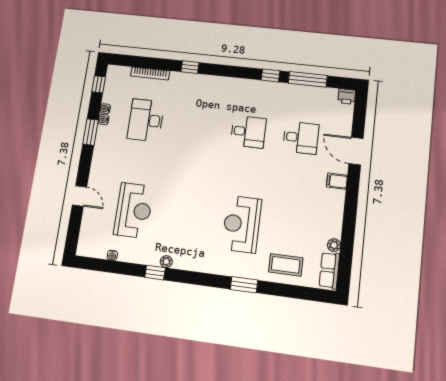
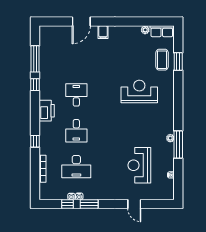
window: (99, 84) -> (67, 204), moved
printer: (347, 96) -> (47, 111), moved, width x1.87, depth x1.48
desk: (301, 138) -> (76, 131), moved, turned 180
door: (80, 196) -> (134, 204), swing flipped
reception desk: (134, 210) -> (139, 165), turned -90
reception desk: (242, 224) -> (139, 92), turned 180
window: (155, 273) -> (178, 145), width x2.17
window: (244, 285) -> (178, 62), moved

